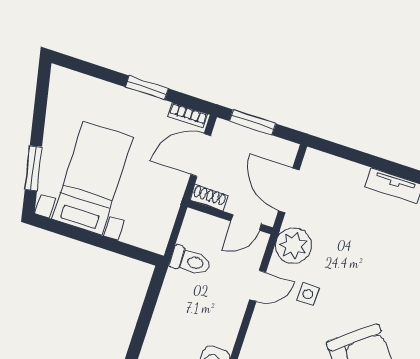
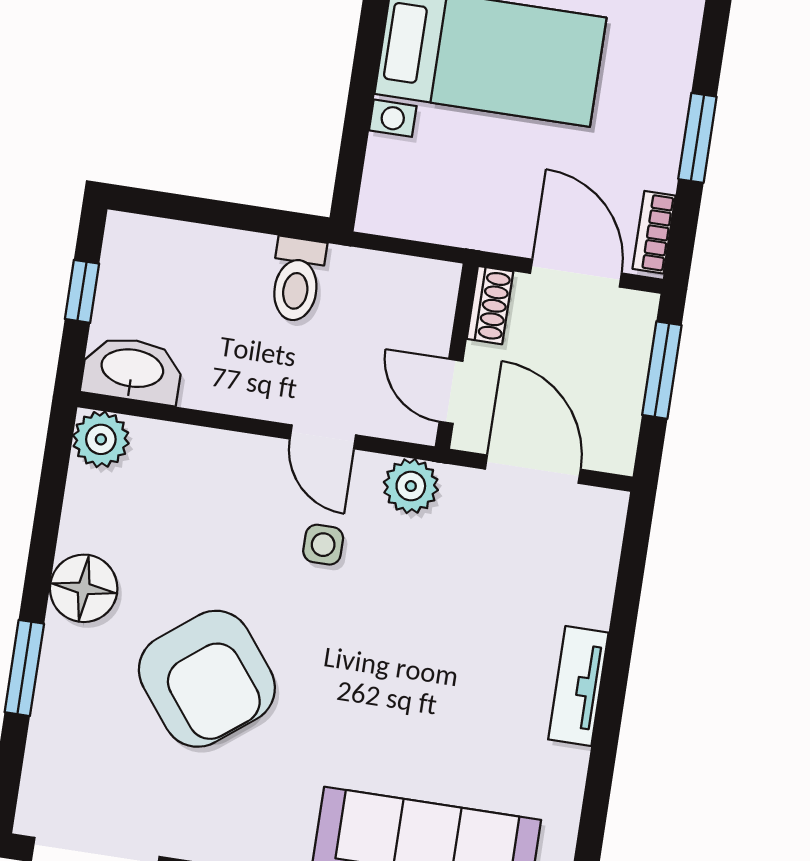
door: (289, 190) -> (533, 469), hinge flipped
plant: (293, 246) -> (411, 486), width x0.73, depth x0.73
toilet: (190, 261) -> (297, 280), moved

